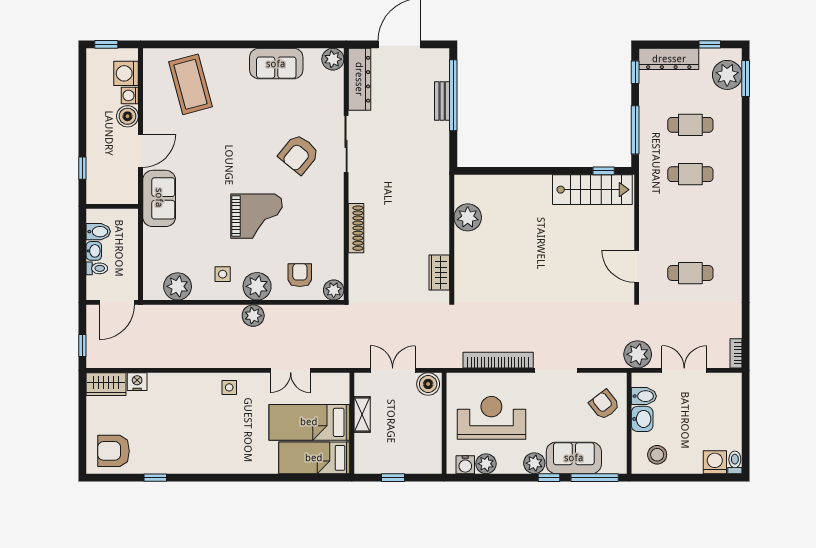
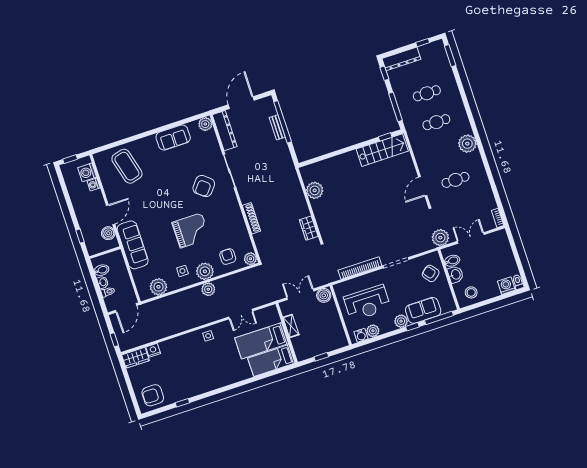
plant: (727, 75) -> (467, 144), moved
boiler: (127, 116) -> (108, 233), moved
sofa: (159, 198) -> (133, 245), width x1.36
door: (637, 266) -> (423, 186), hinge flipped
reception desk: (491, 418) -> (367, 303), turned 180

